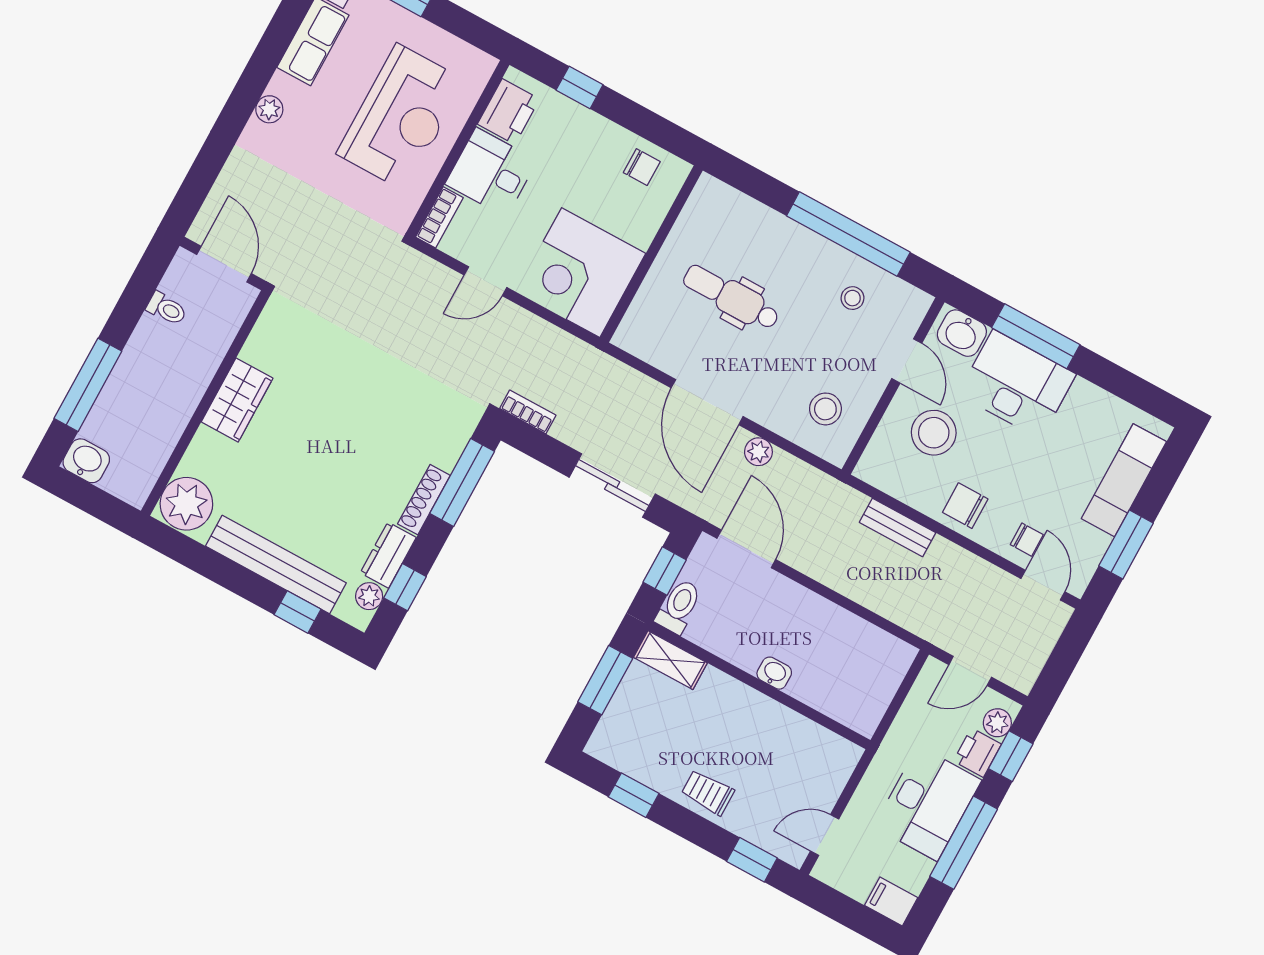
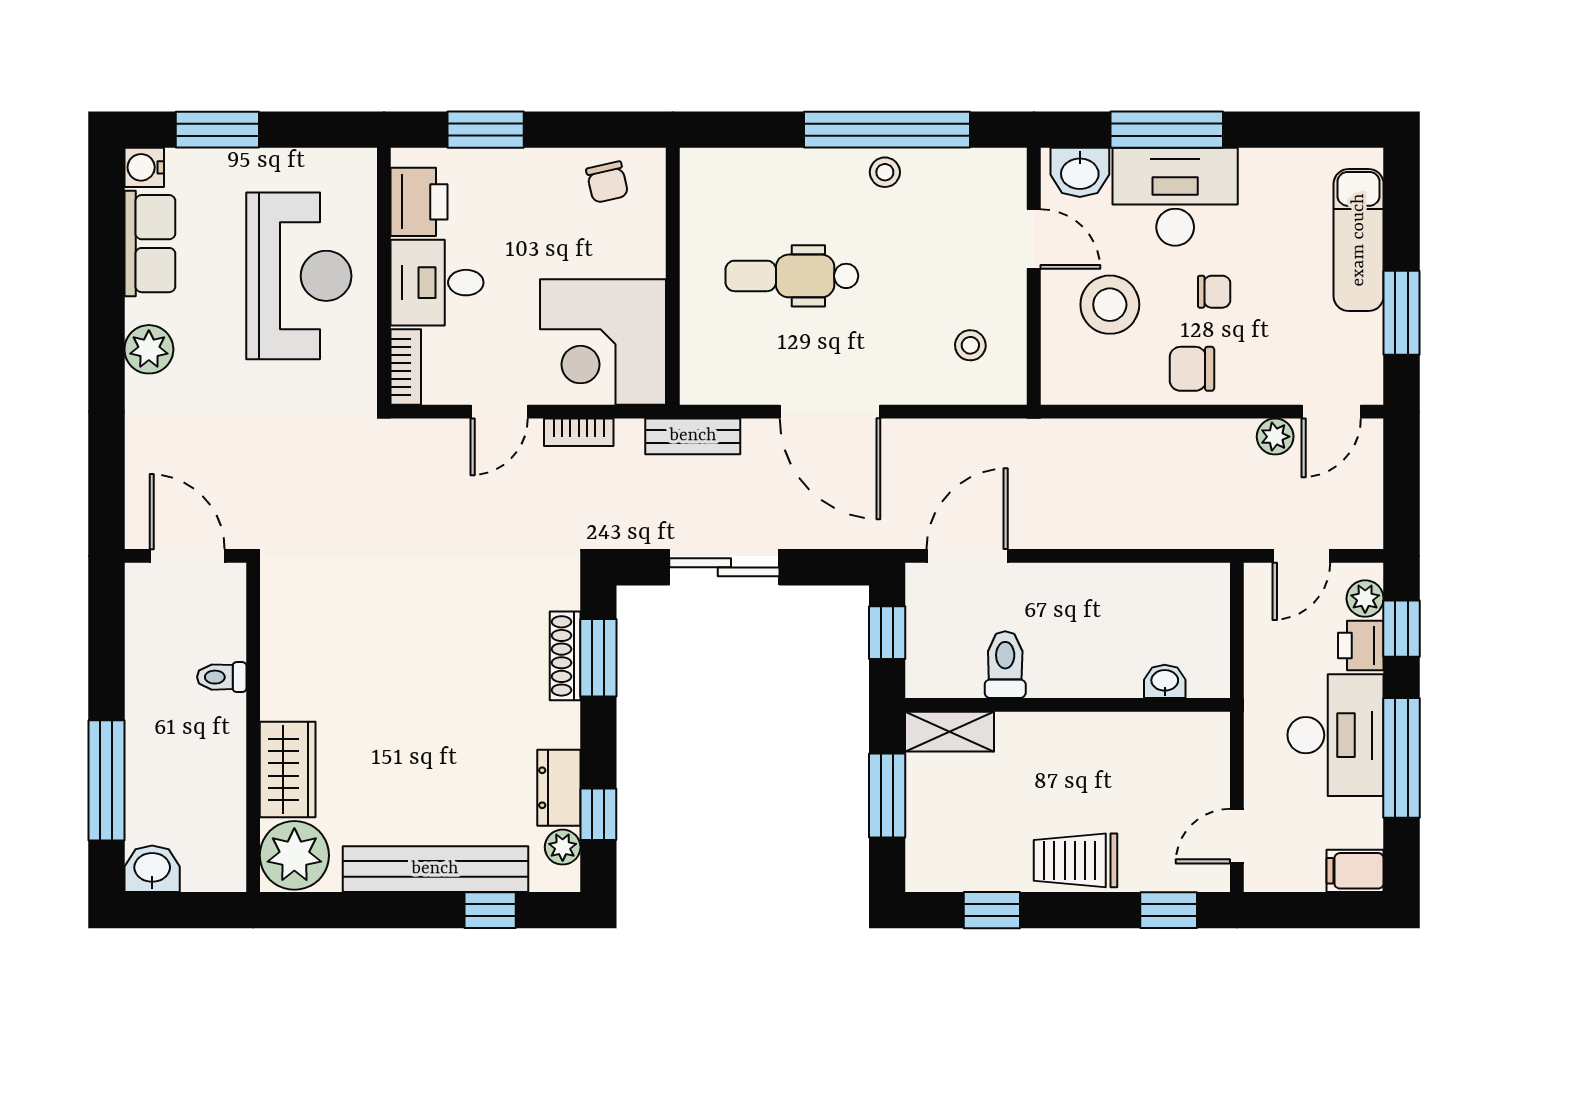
window: (580, 87) -> (486, 130), width x1.50
plant: (269, 109) -> (149, 349), width x1.38, depth x1.38
chair: (642, 167) -> (607, 182), turned 77
stool: (852, 298) -> (885, 172), moved
toilet: (167, 309) -> (222, 677), moved, turned 180
wardrobe: (237, 400) -> (288, 769), moved
stool: (825, 409) -> (970, 345), width x0.73, depth x0.73
bookcase: (528, 412) -> (579, 432), moved, turned 180
plant: (758, 452) -> (1275, 437), moved
window: (462, 482) -> (598, 658), width x0.69
sliding door: (612, 486) -> (724, 567), moved
shoe rack: (424, 500) -> (565, 656), moved
bench: (897, 527) -> (693, 436), moved
chair: (1027, 540) -> (1214, 292), moved
door: (746, 549) -> (967, 556), hinge flipped
door: (1043, 585) -> (1331, 412), swing flipped
toilet: (679, 606) -> (1005, 665), moved
washbasin: (774, 673) -> (1165, 681), moved
trolley: (708, 792) -> (1076, 860), width x1.36, depth x1.39

